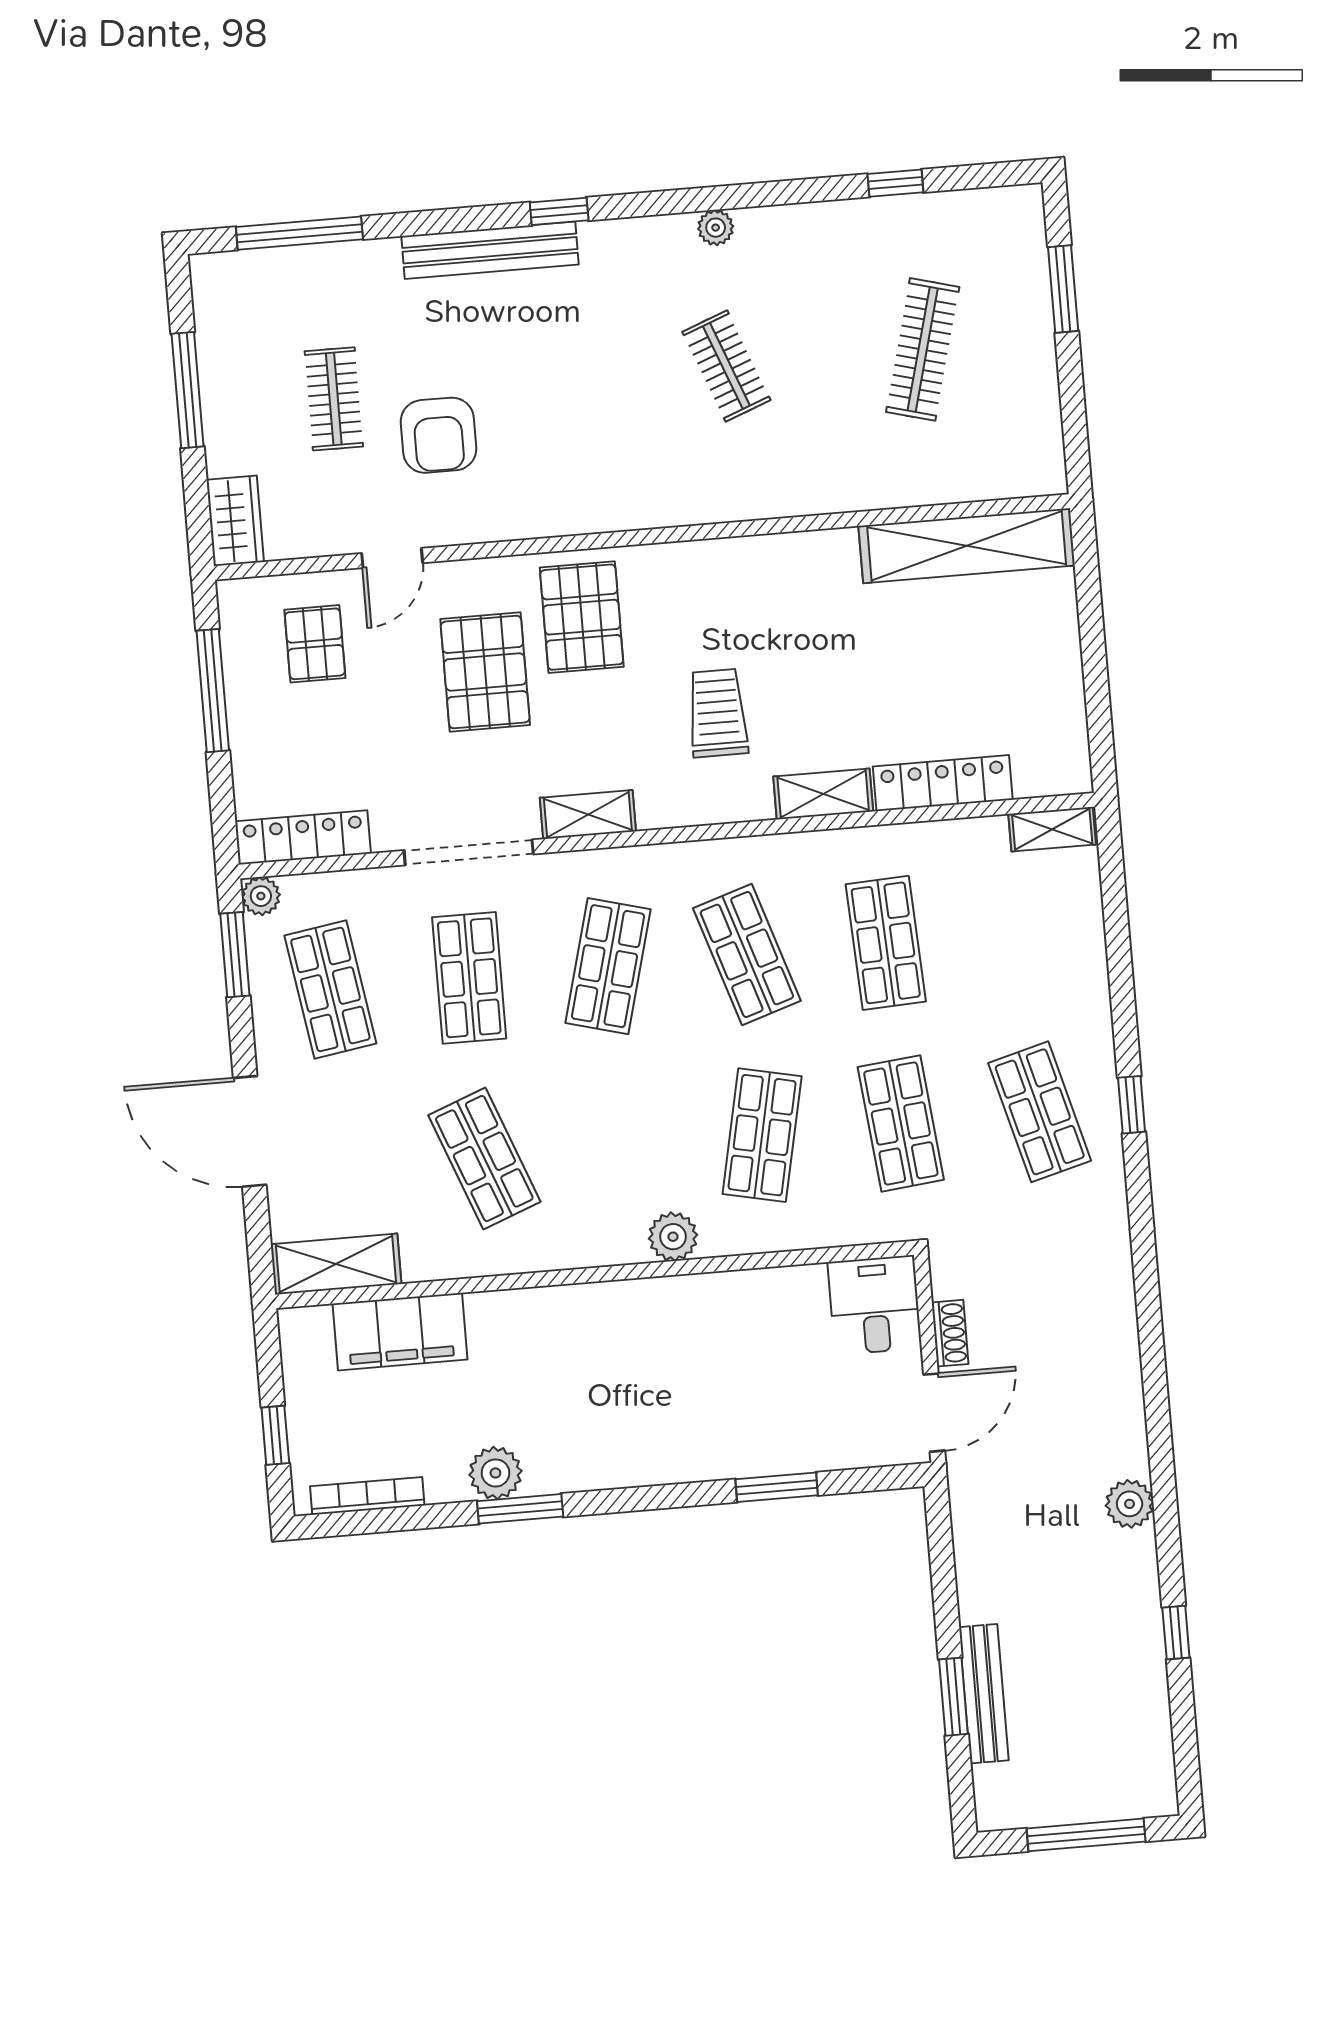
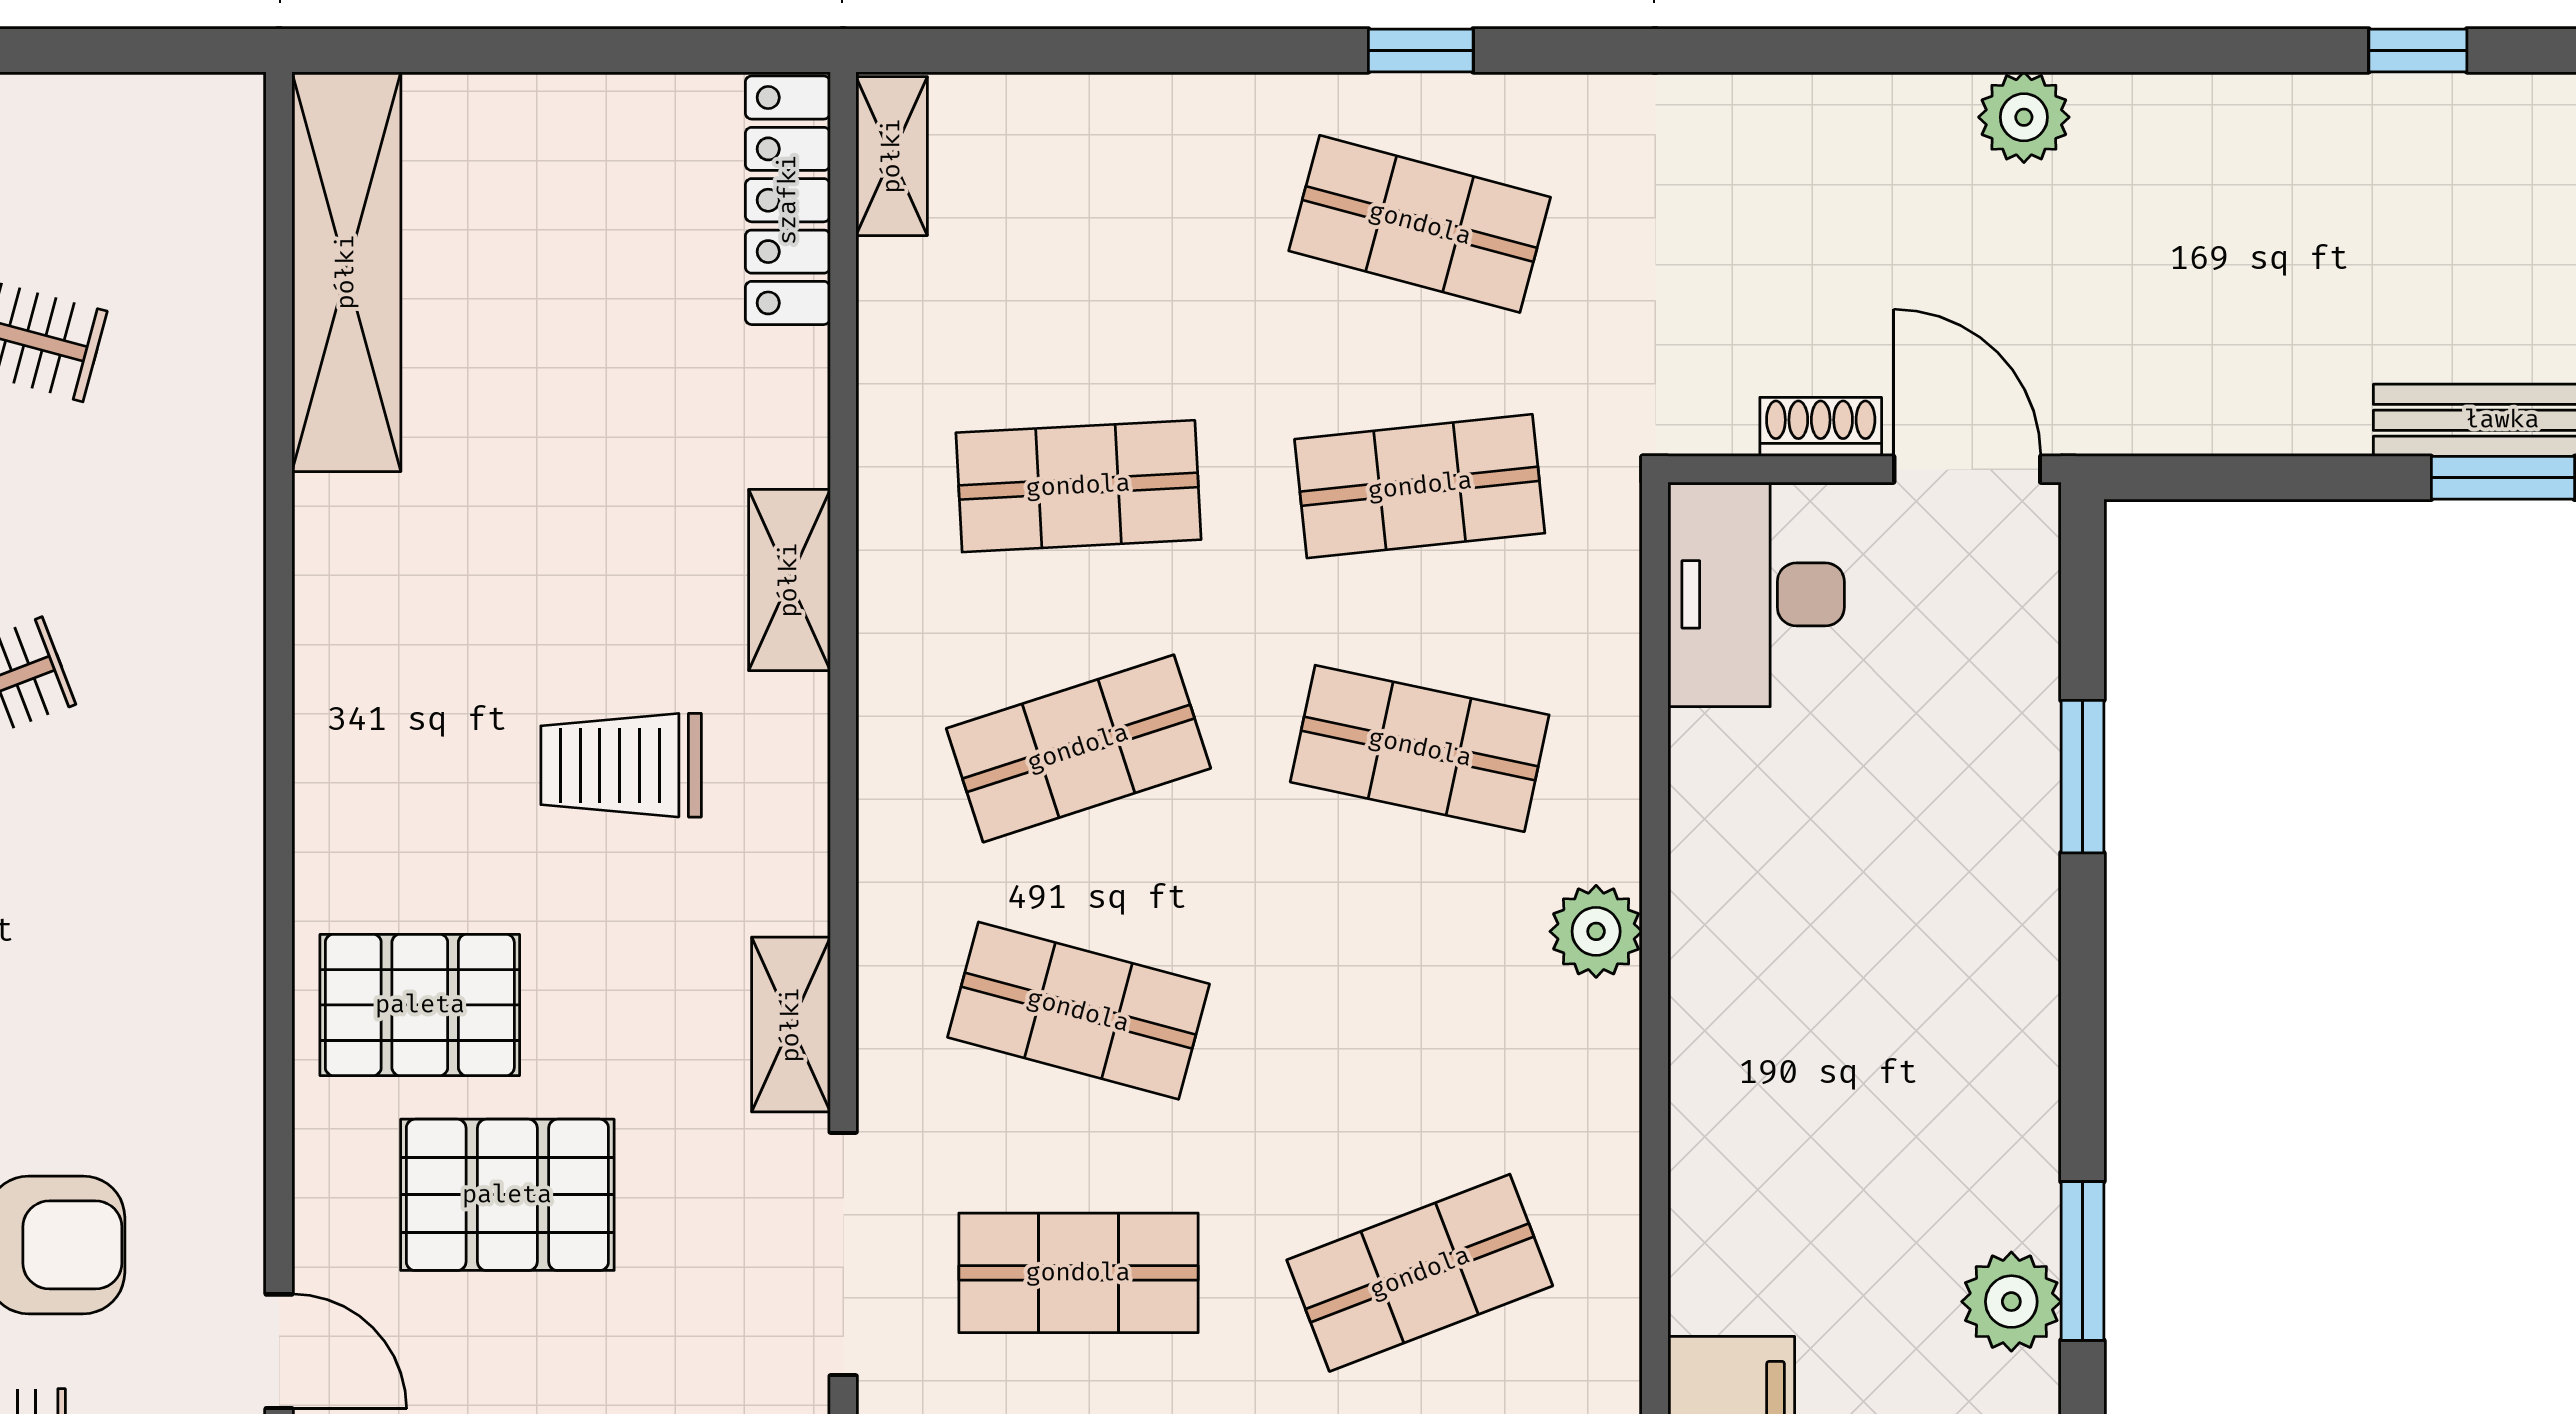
locker: (943, 783) -> (788, 200), moved
shop shelf: (1040, 1112) -> (1420, 224), turned 30
desk: (875, 1305) -> (1756, 594), width x1.37
plant: (1130, 1504) -> (2024, 117), moved

